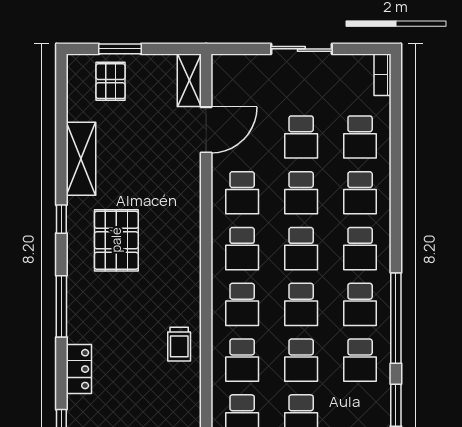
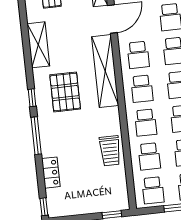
shelving: (185, 213) -> (105, 71), added
window: (61, 219) -> (32, 98), moved
trolley: (179, 344) -> (110, 151), width x1.36, depth x1.39

